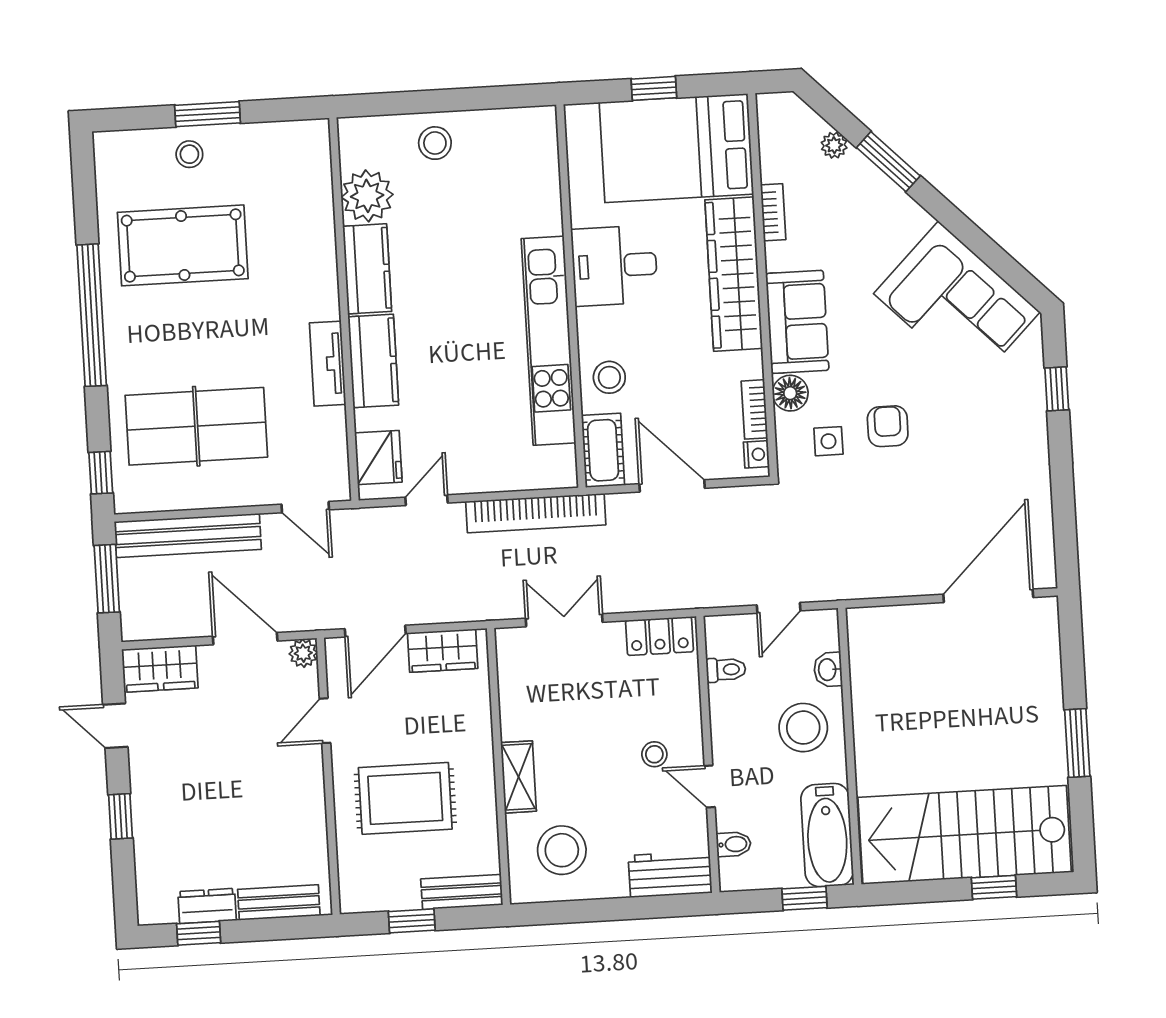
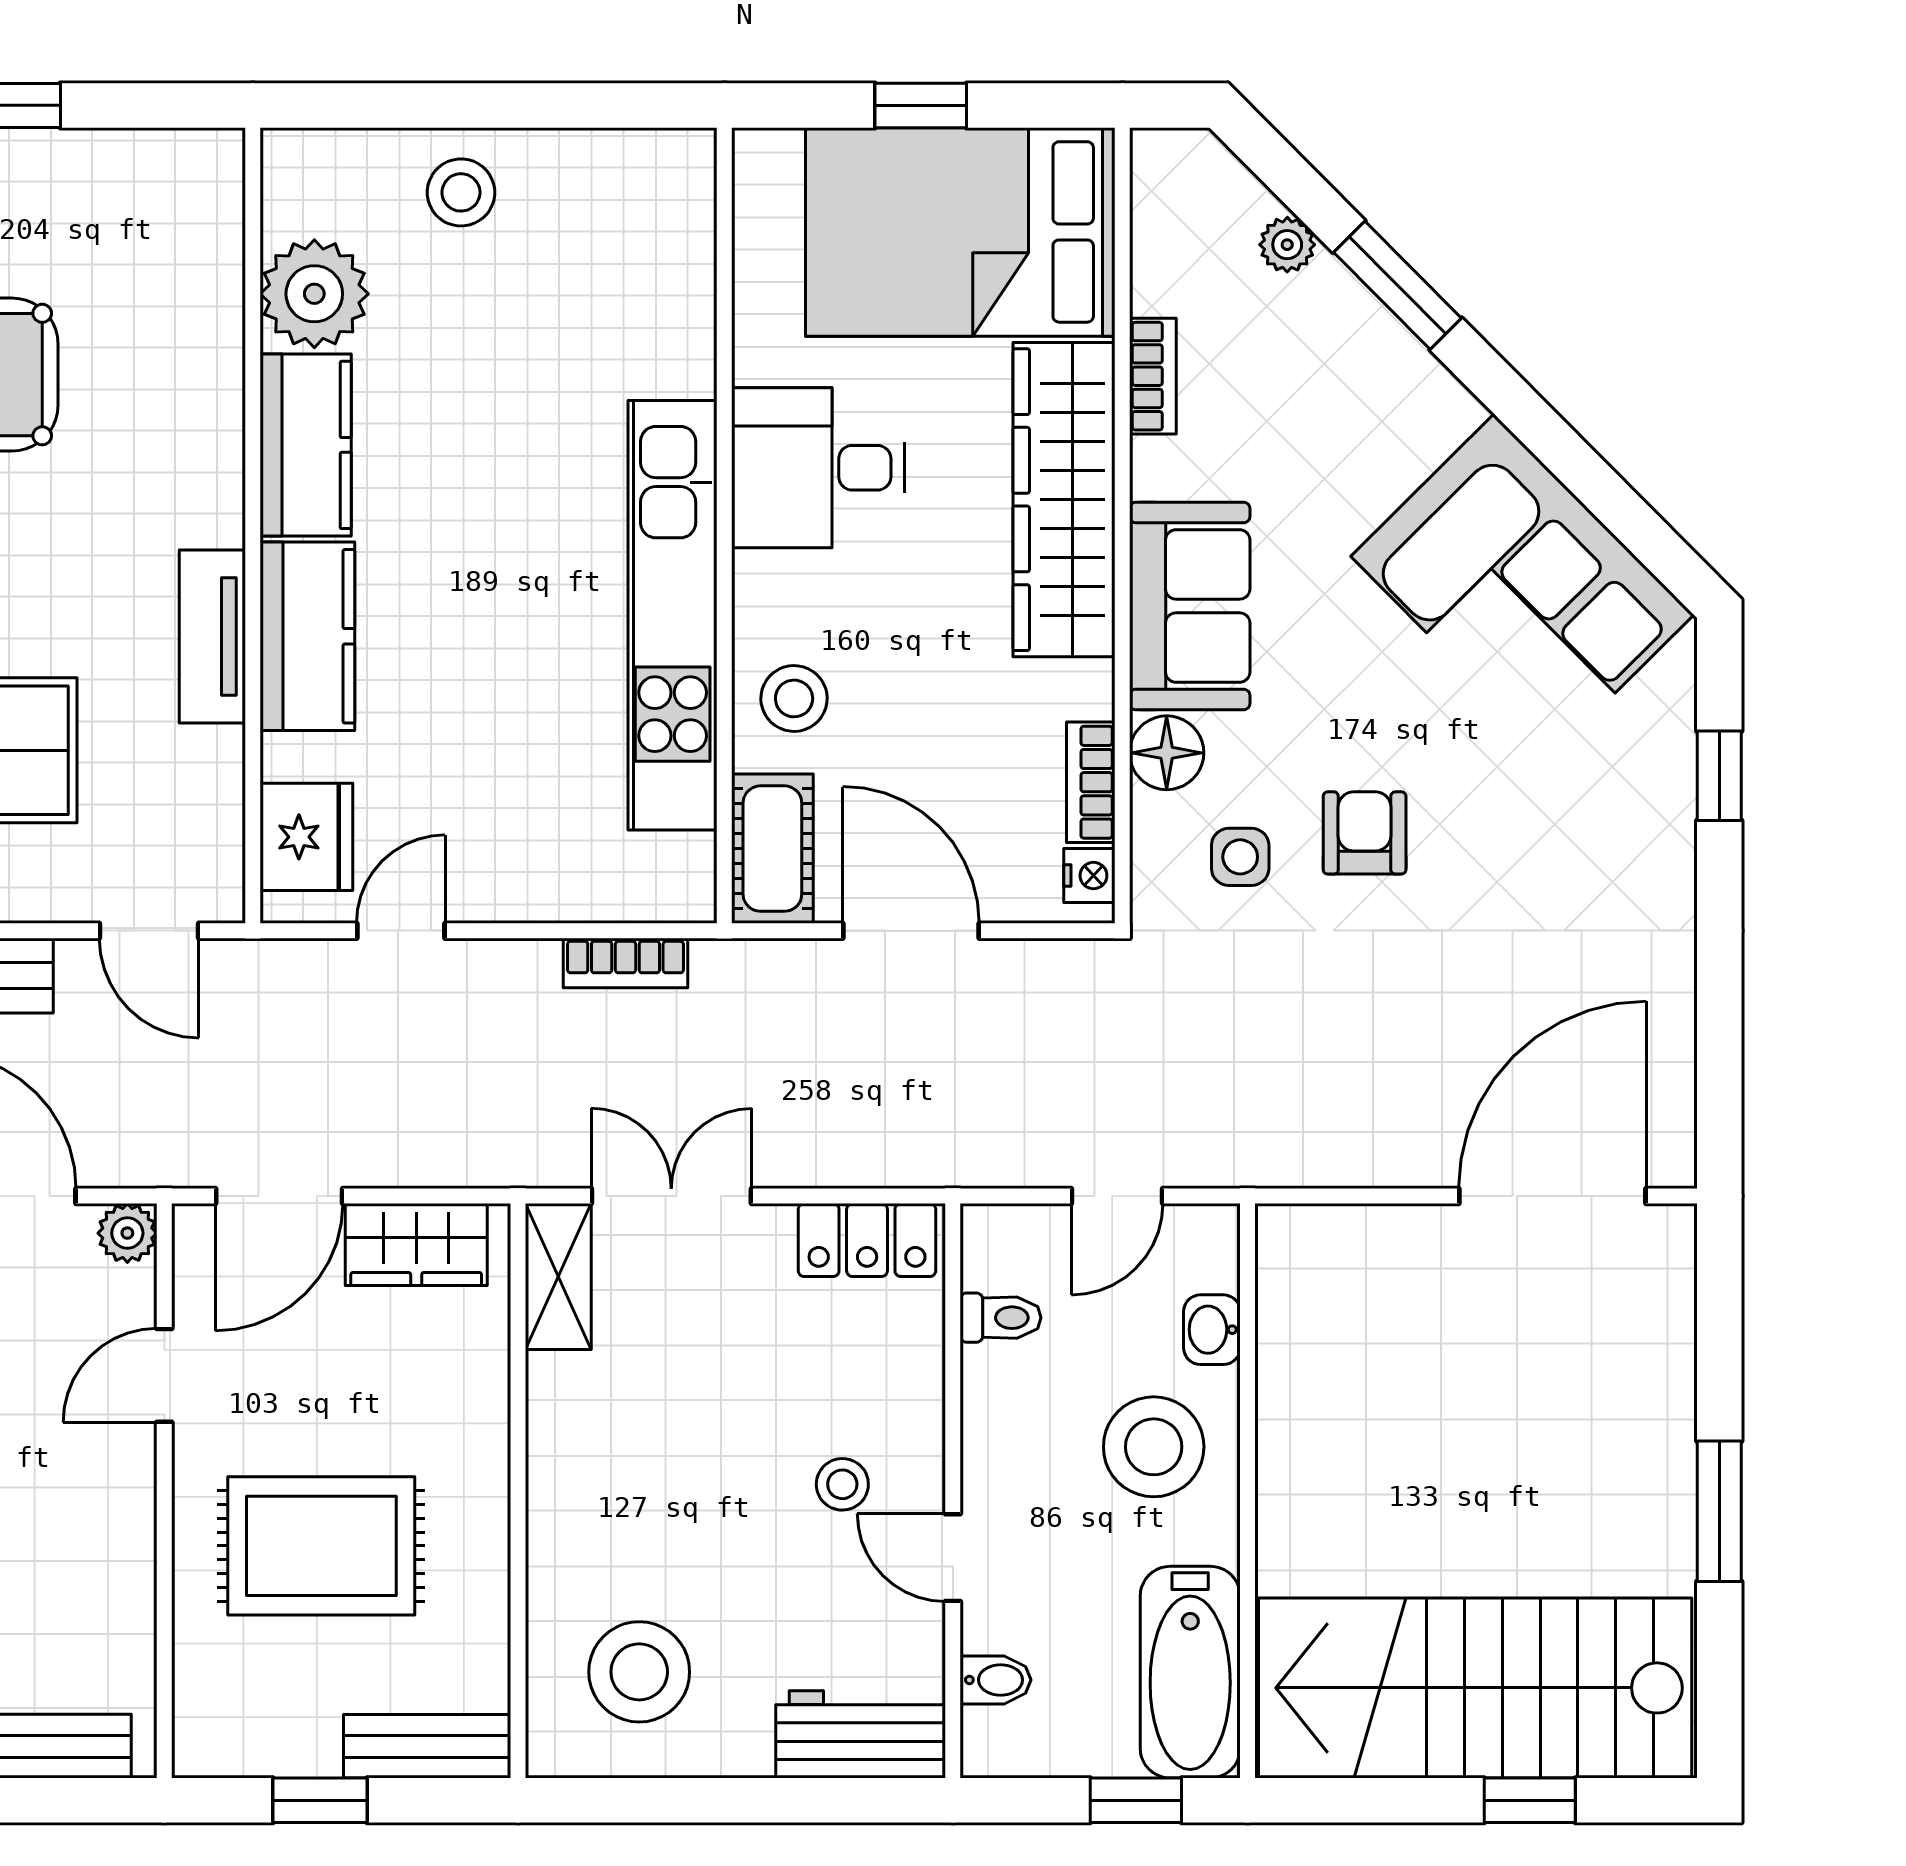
bookcase: (536, 513) -> (625, 963), width x0.43, depth x0.76
shelving: (518, 777) -> (558, 1276), moved

